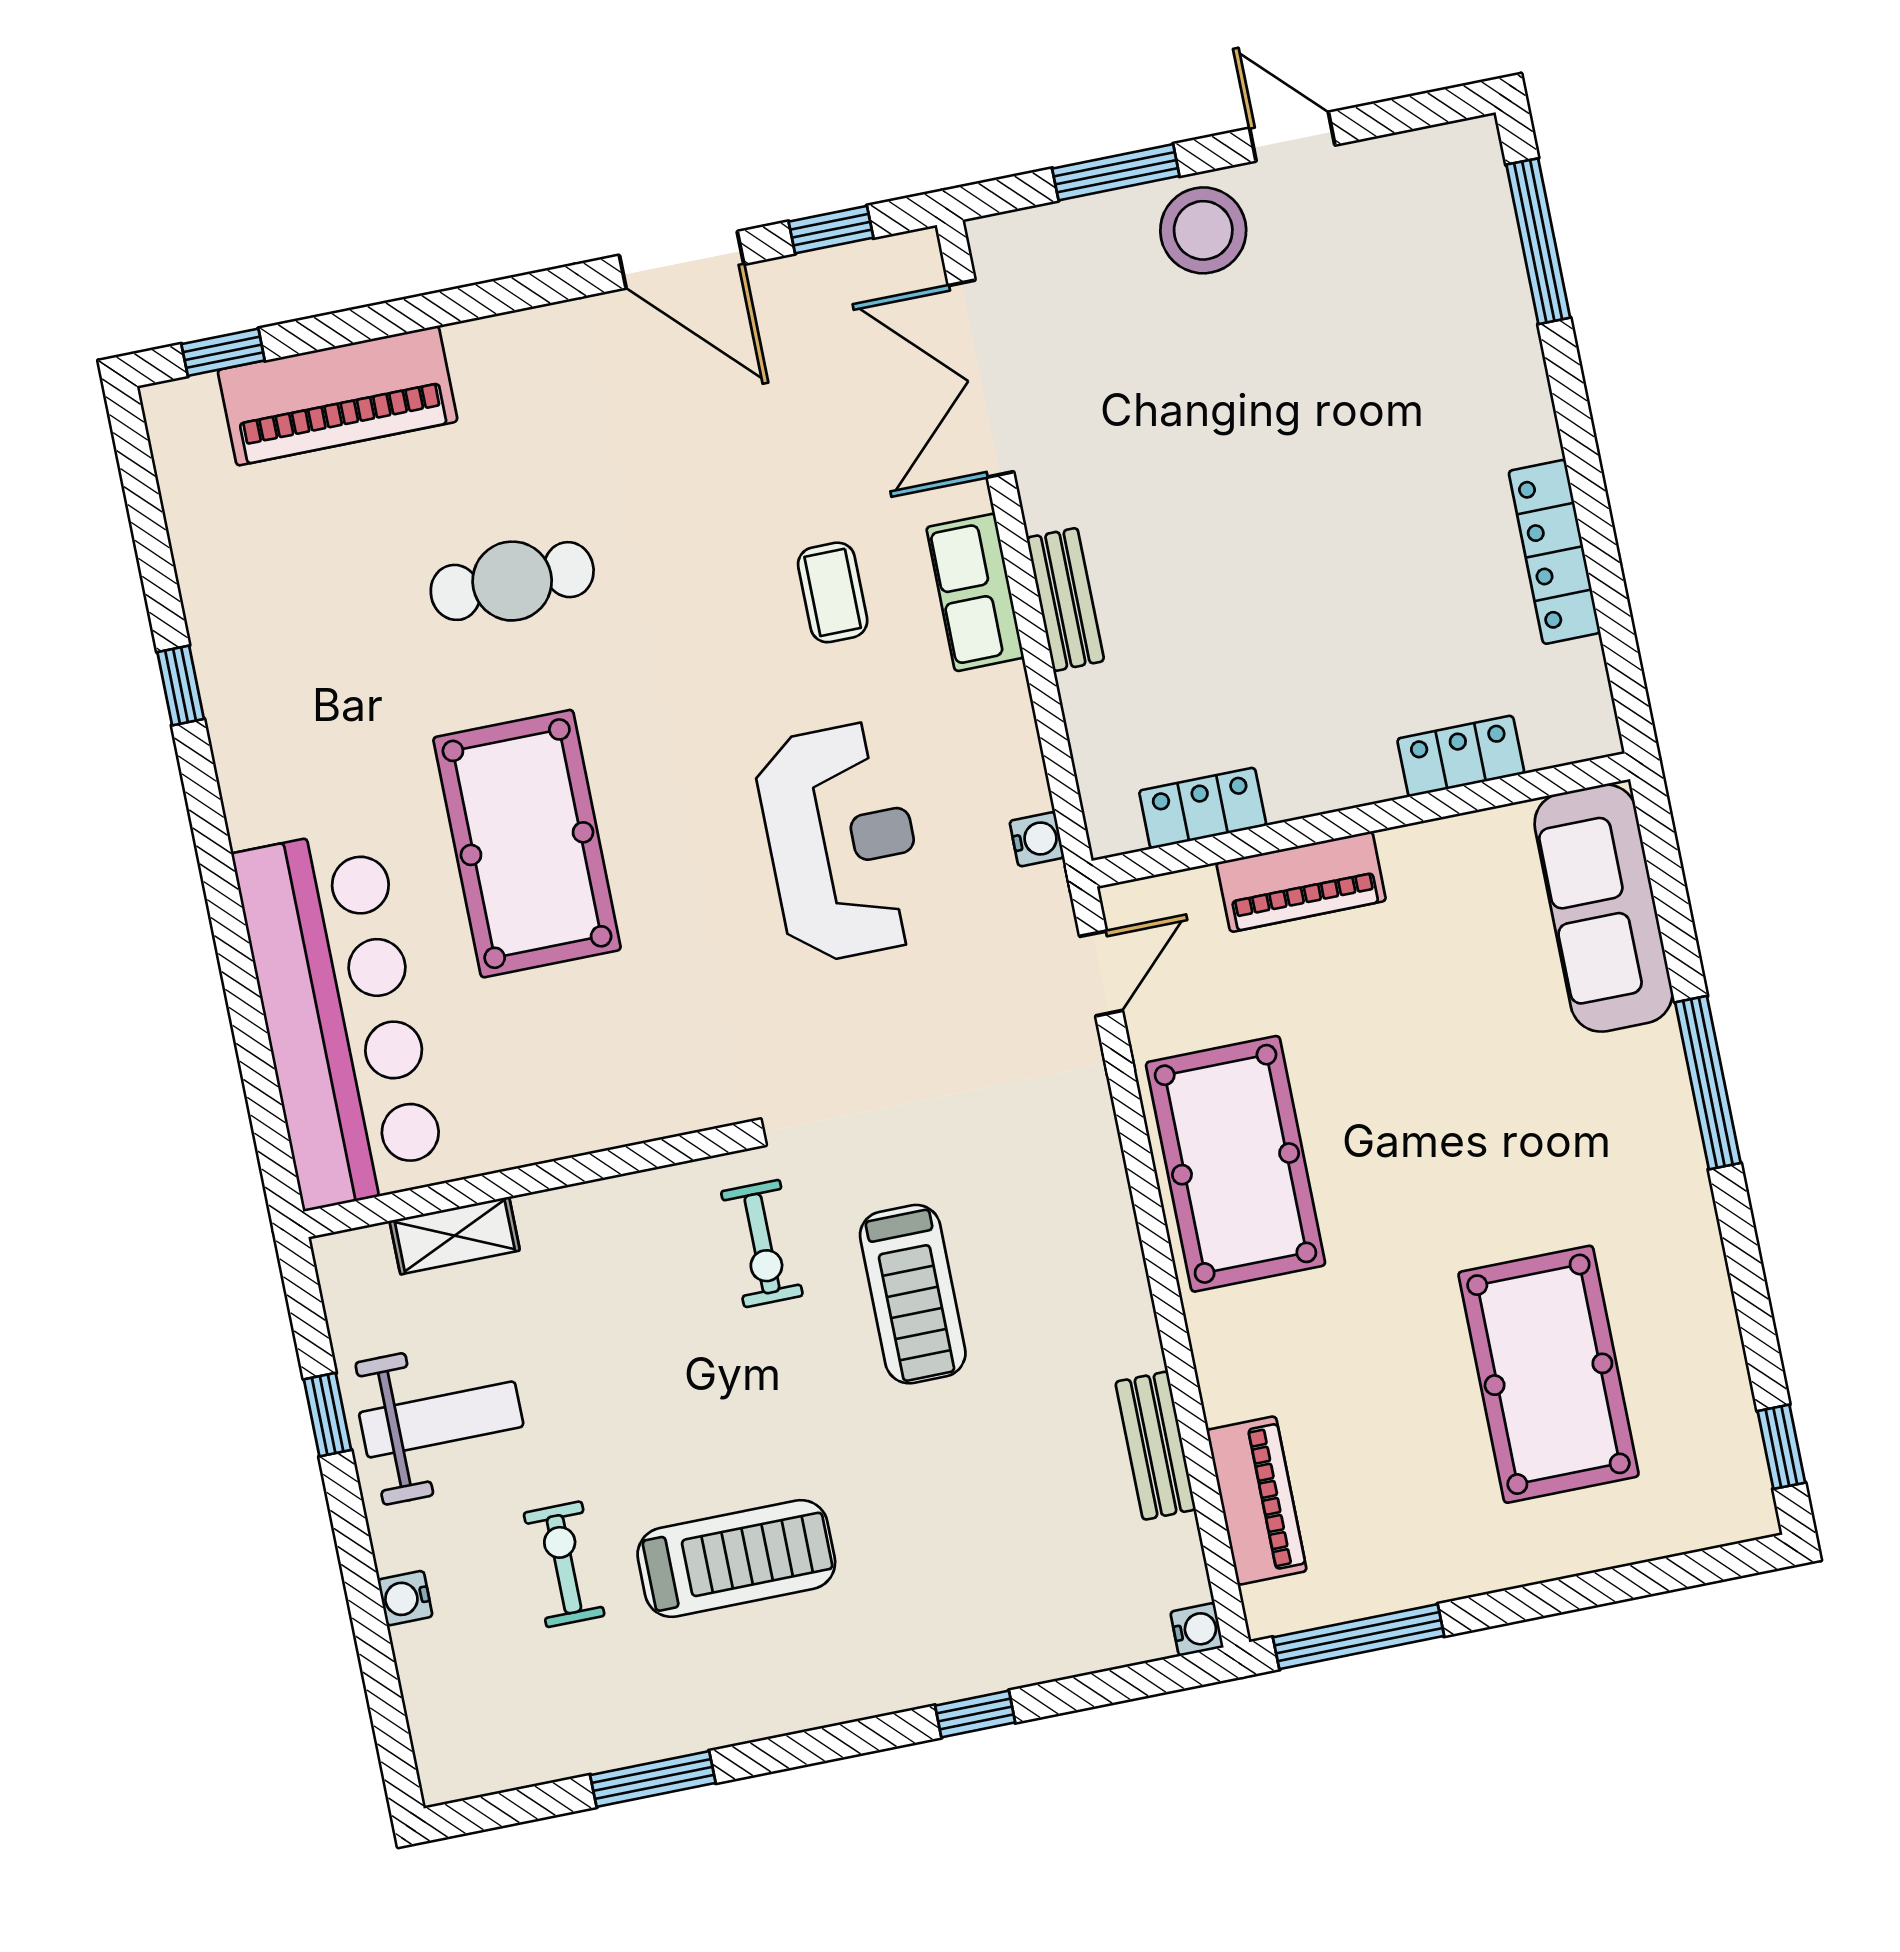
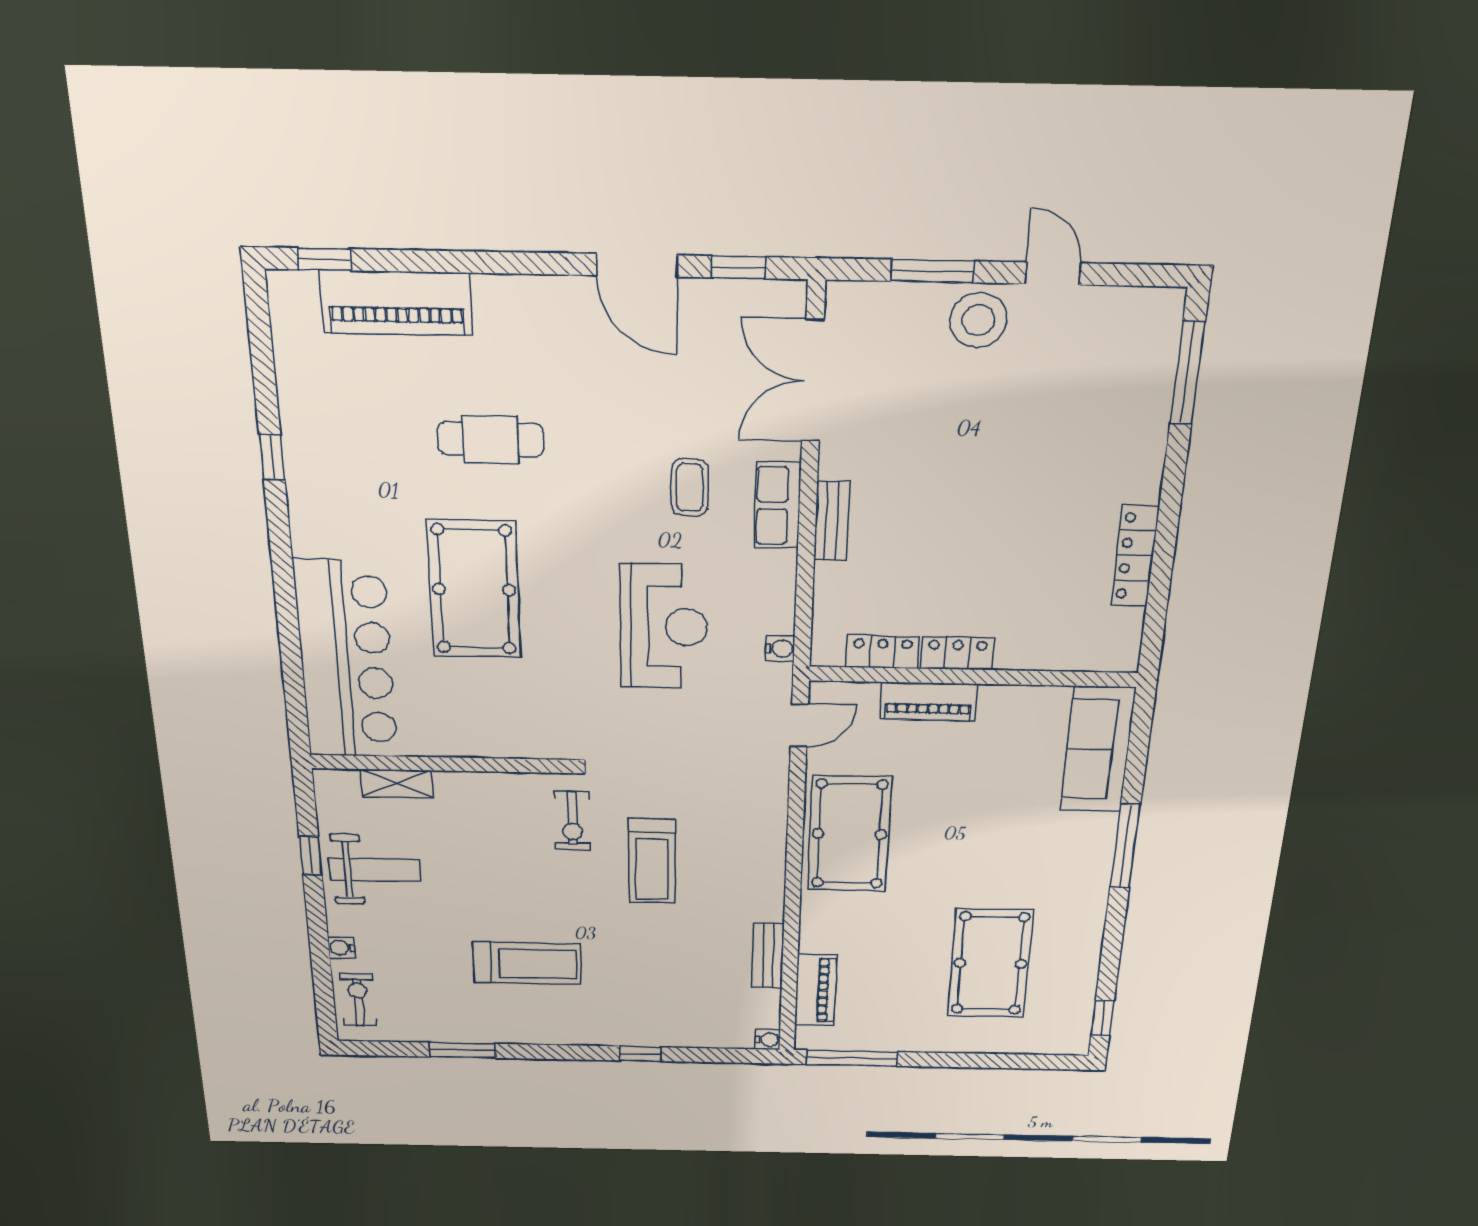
locker: (1461, 756) -> (957, 653), moved
exercise bike: (564, 1564) -> (358, 1000), moved

